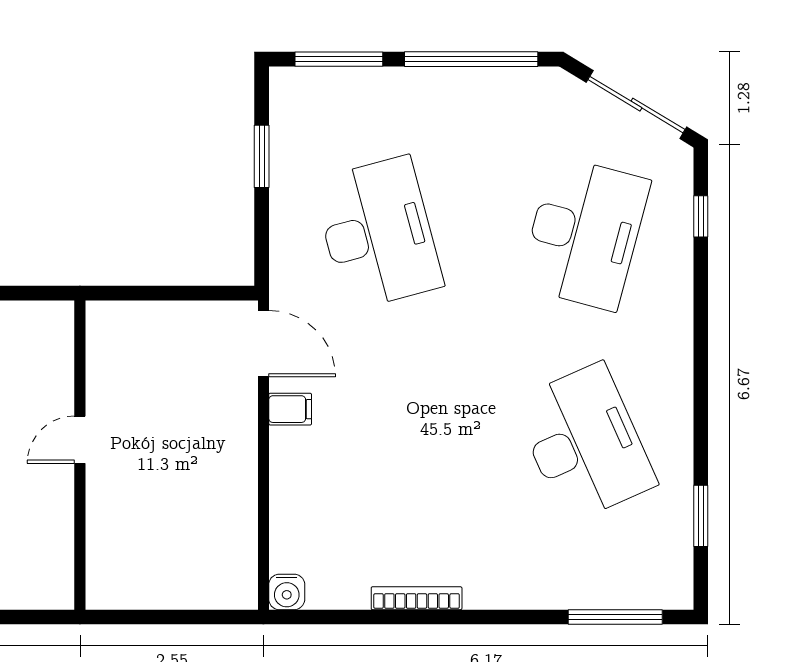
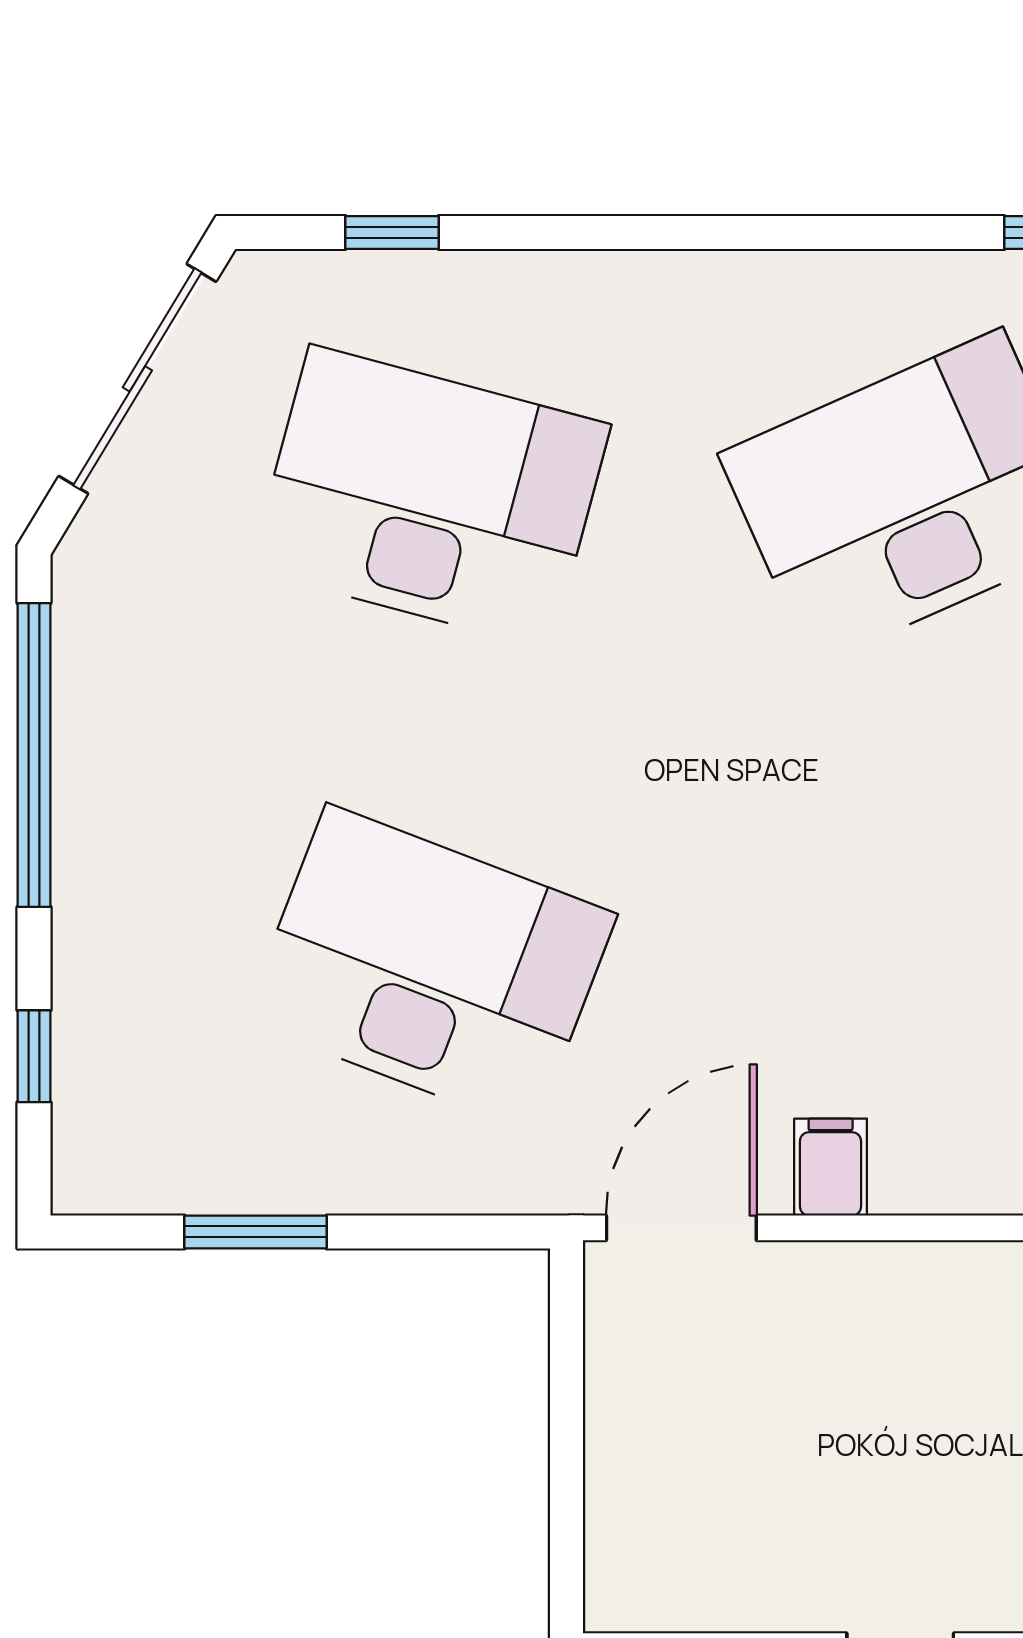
window: (339, 59) -> (34, 1056), width x0.46
desk: (378, 233) -> (430, 967), turned 36

